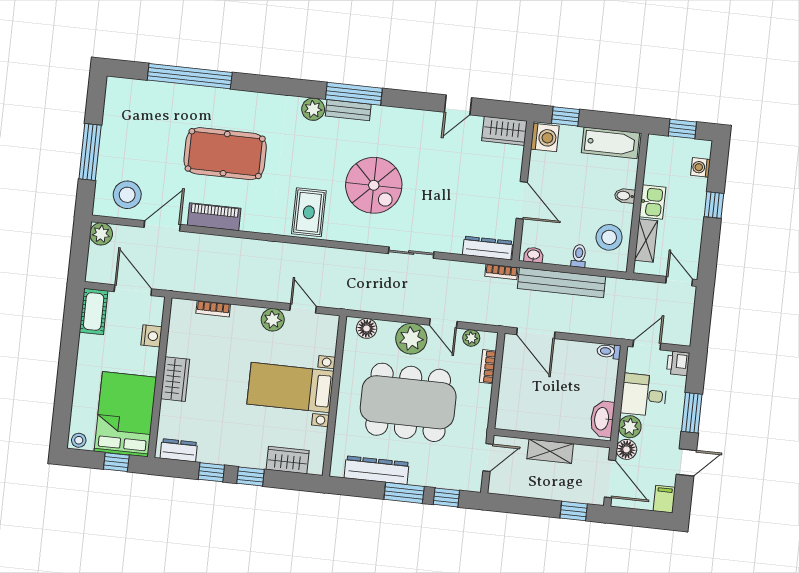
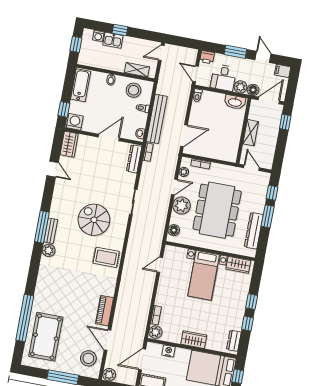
pool table: (225, 154) -> (46, 337), moved
spiral stairs: (374, 185) -> (94, 220), turned -90
kitchen sink: (652, 202) -> (113, 40), moved, turned 180
plant: (273, 320) -> (156, 332), moved
wardrobe: (288, 460) -> (238, 265), moved, turned -90

